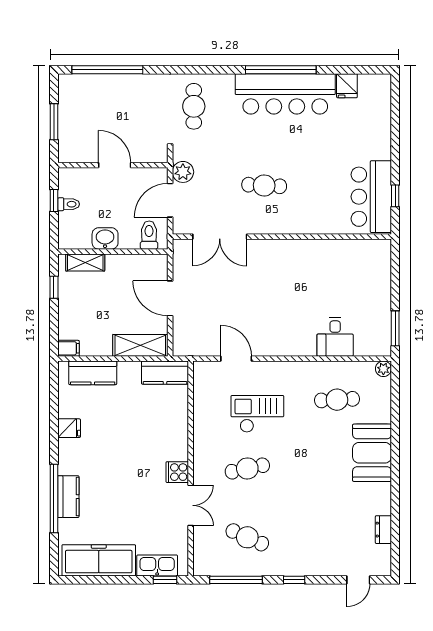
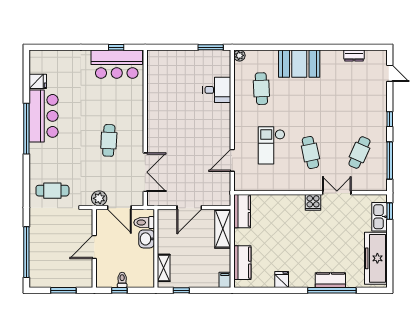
bar counter: (285, 94) -> (44, 116), width x0.73
washbasin: (105, 238) -> (147, 239), moved

